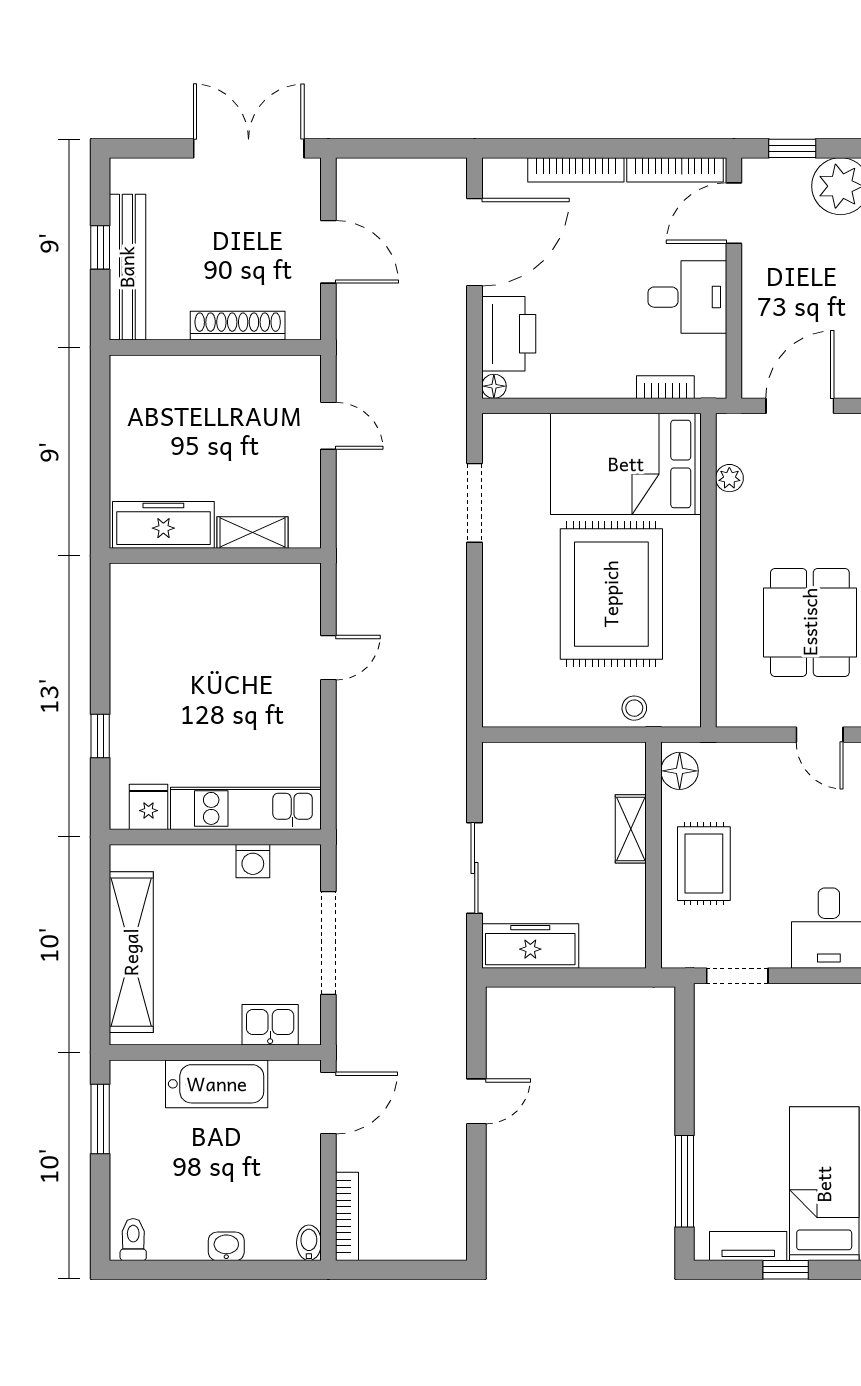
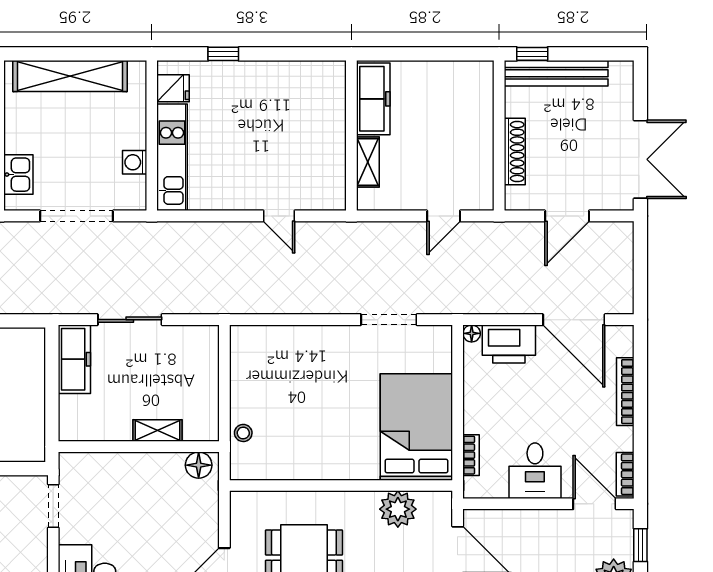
bookcase: (675, 170) -> (625, 474), width x0.64
window: (100, 247) -> (532, 54), moved
plant: (729, 478) -> (398, 509), width x1.88, depth x1.88
rug: (611, 594) -> (324, 417), removed
rug: (704, 864) -> (133, 482), removed

